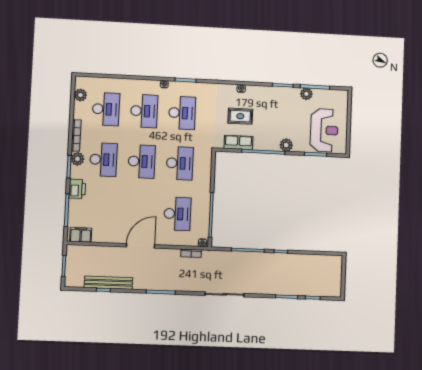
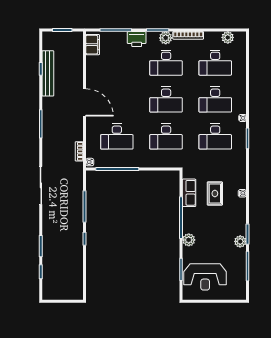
plant: (306, 94) -> (240, 241), moved

